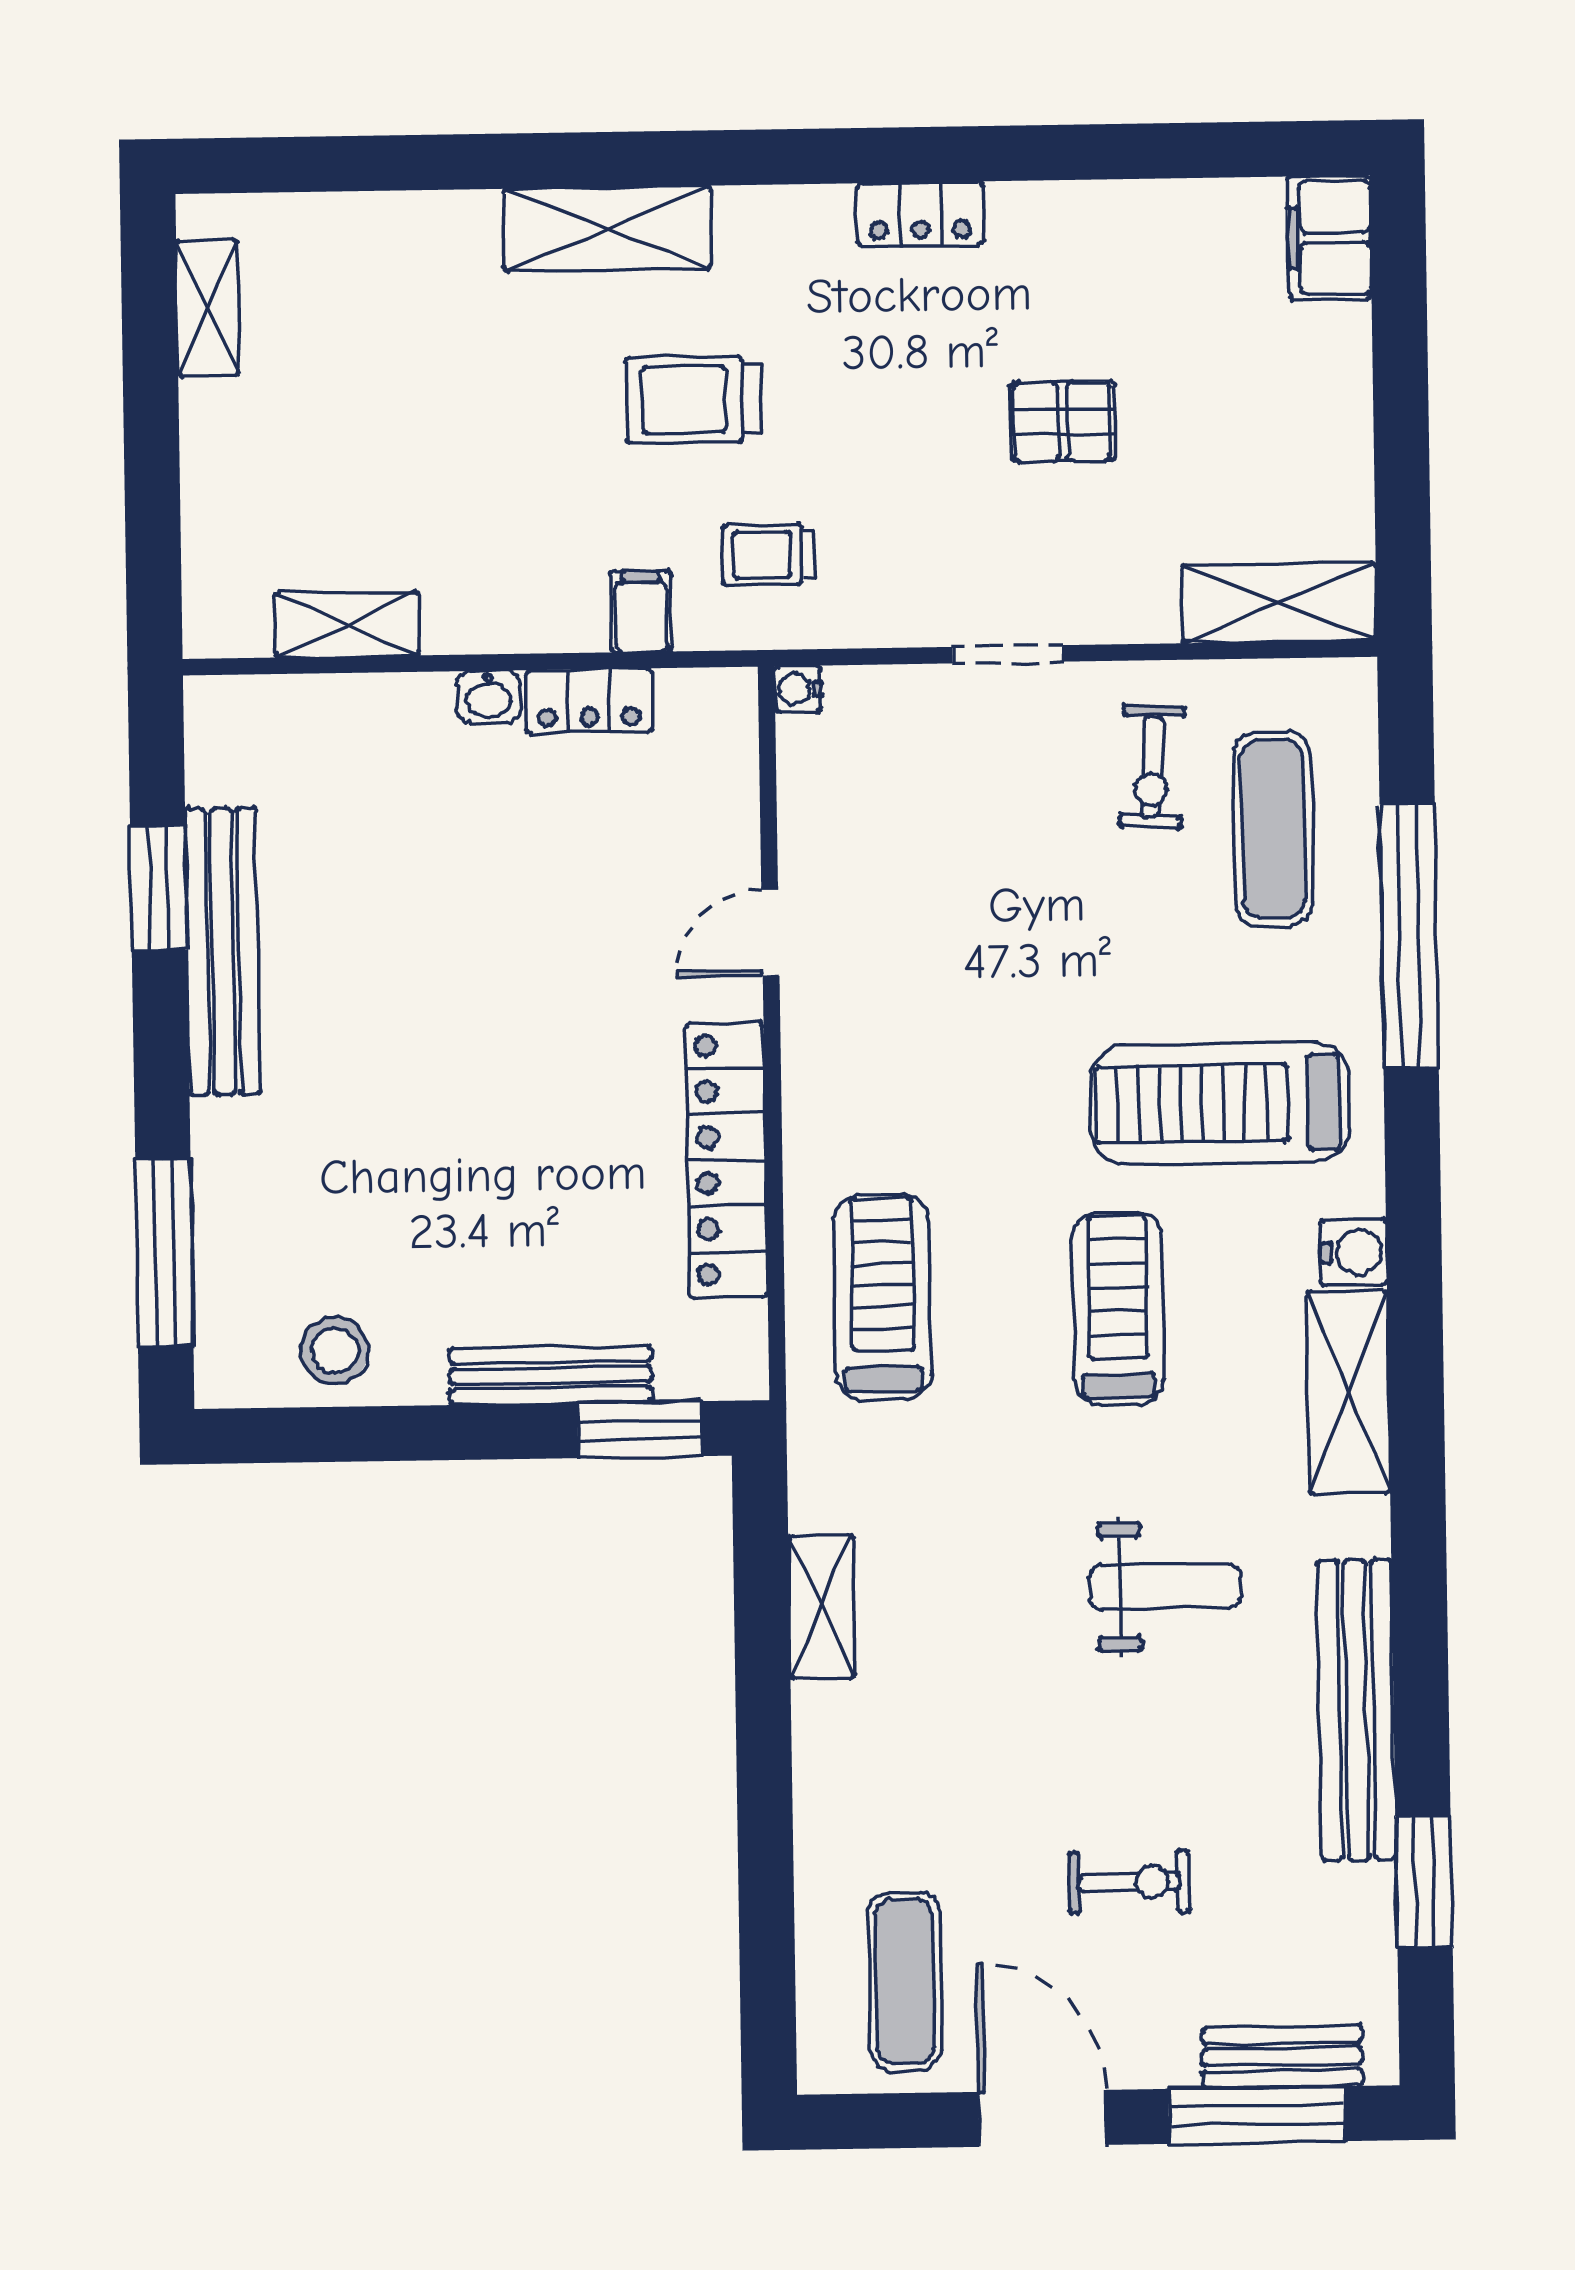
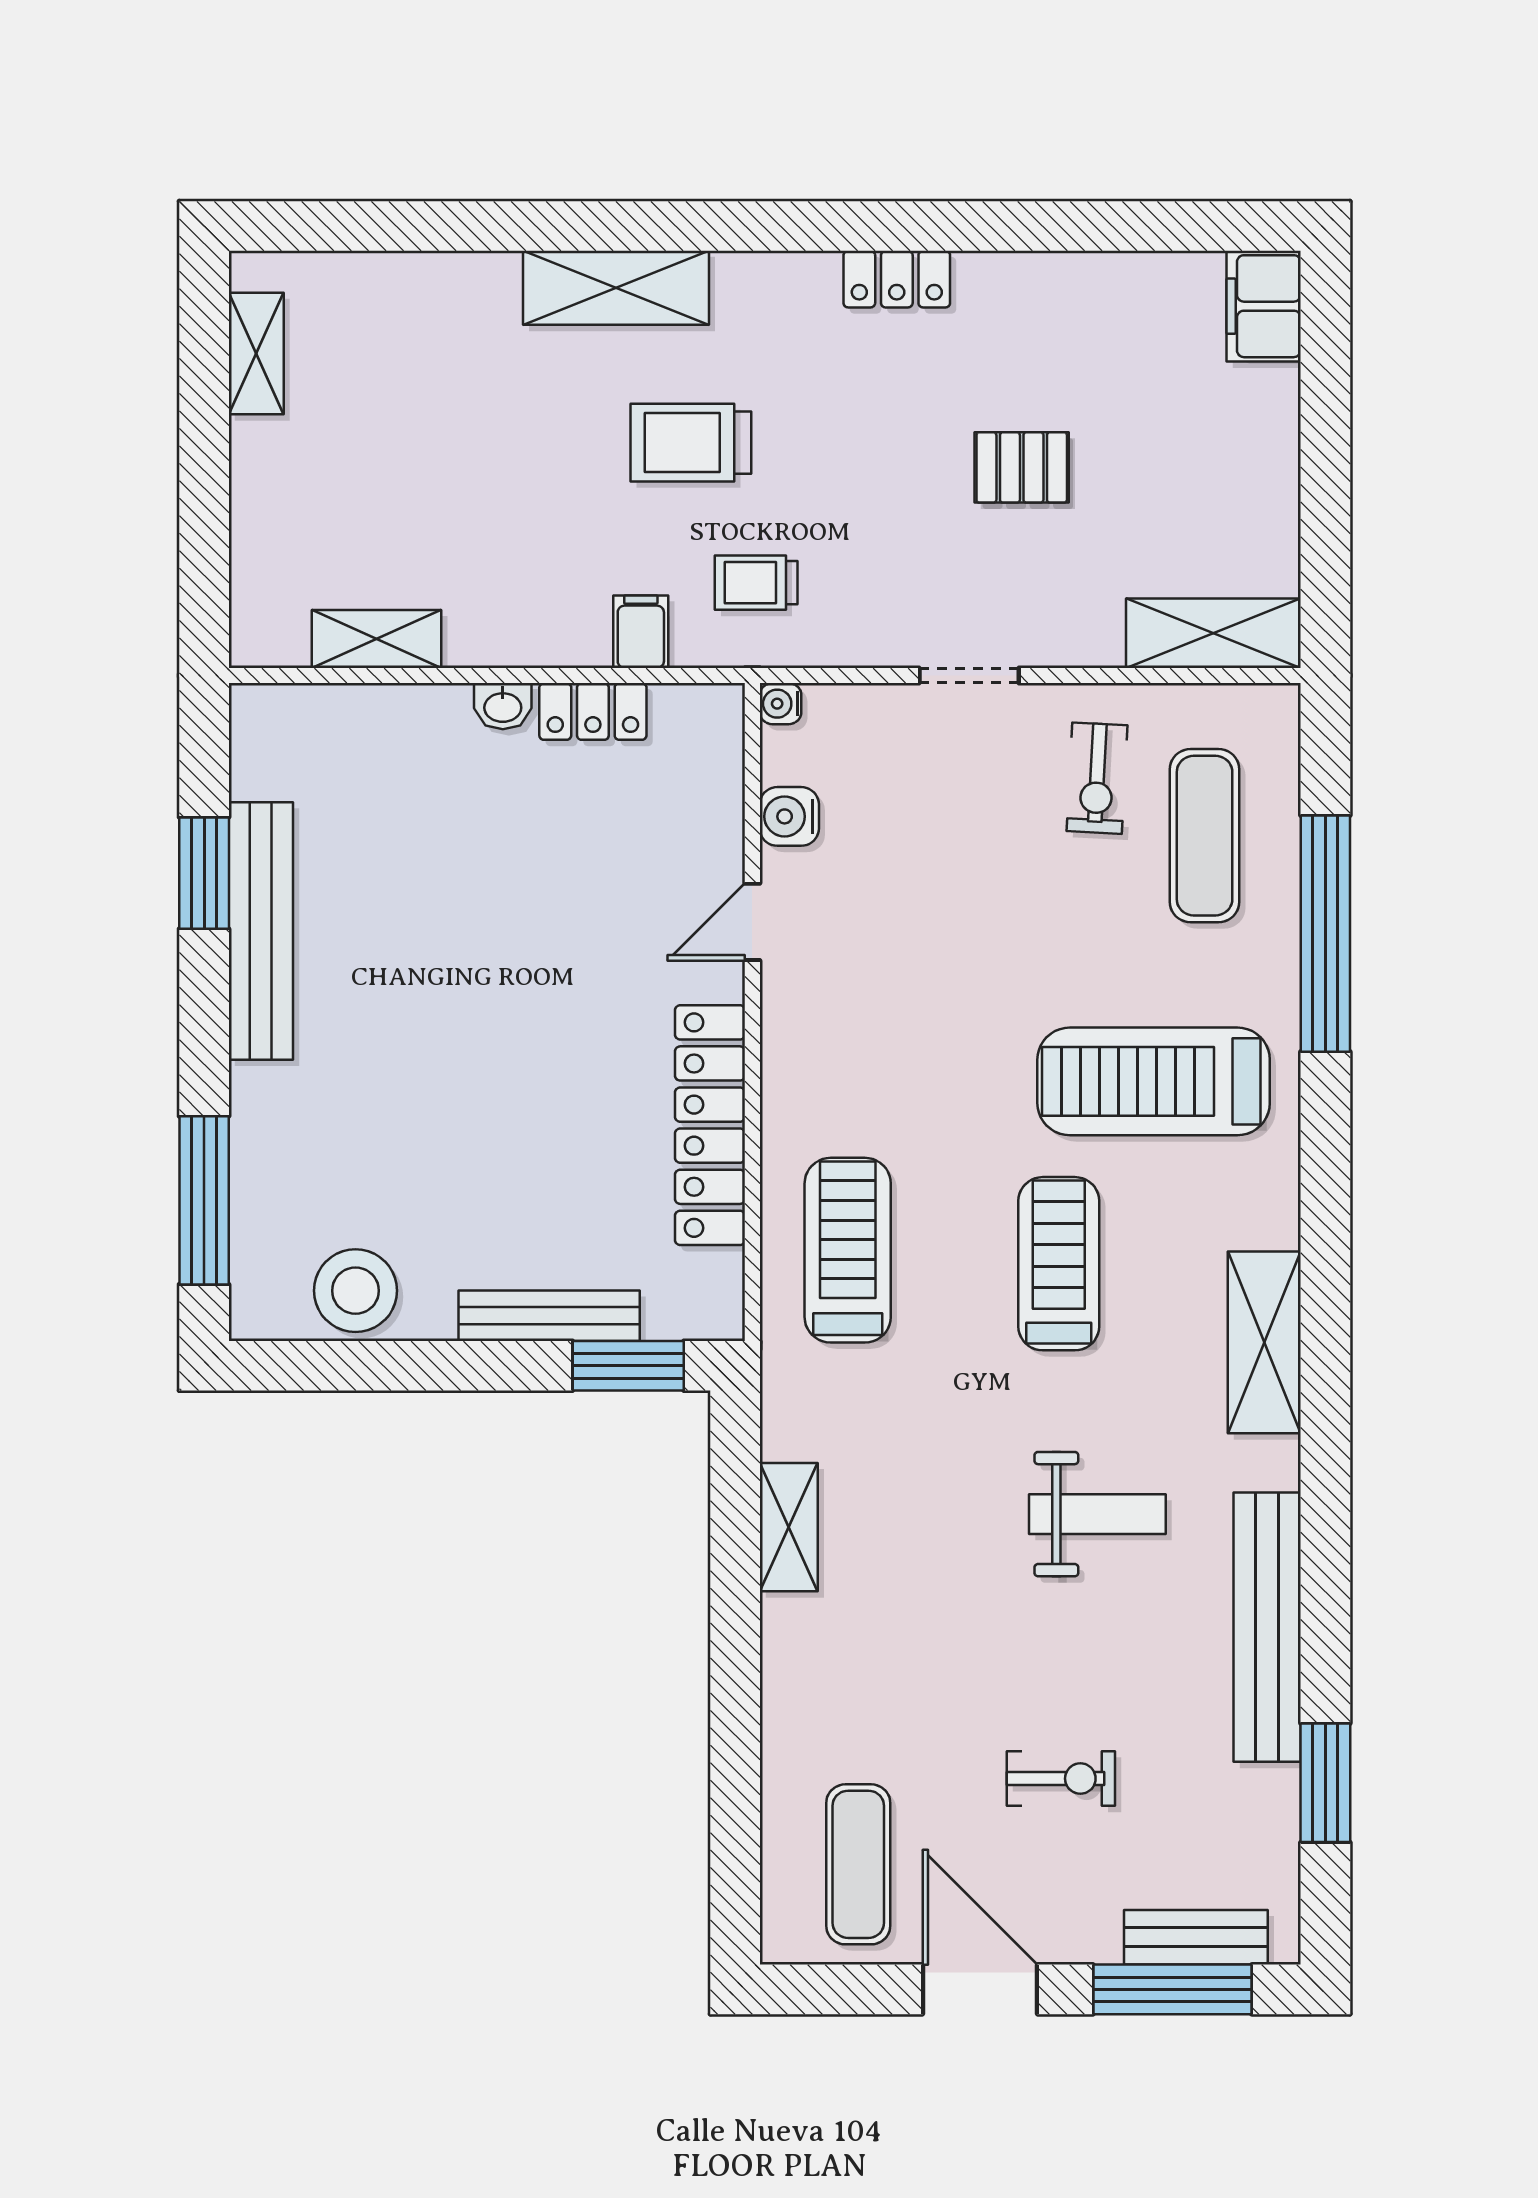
water cooler: (1354, 1252) -> (789, 816), moved, turned 180
stool: (335, 1351) -> (355, 1291), width x1.38, depth x1.38

